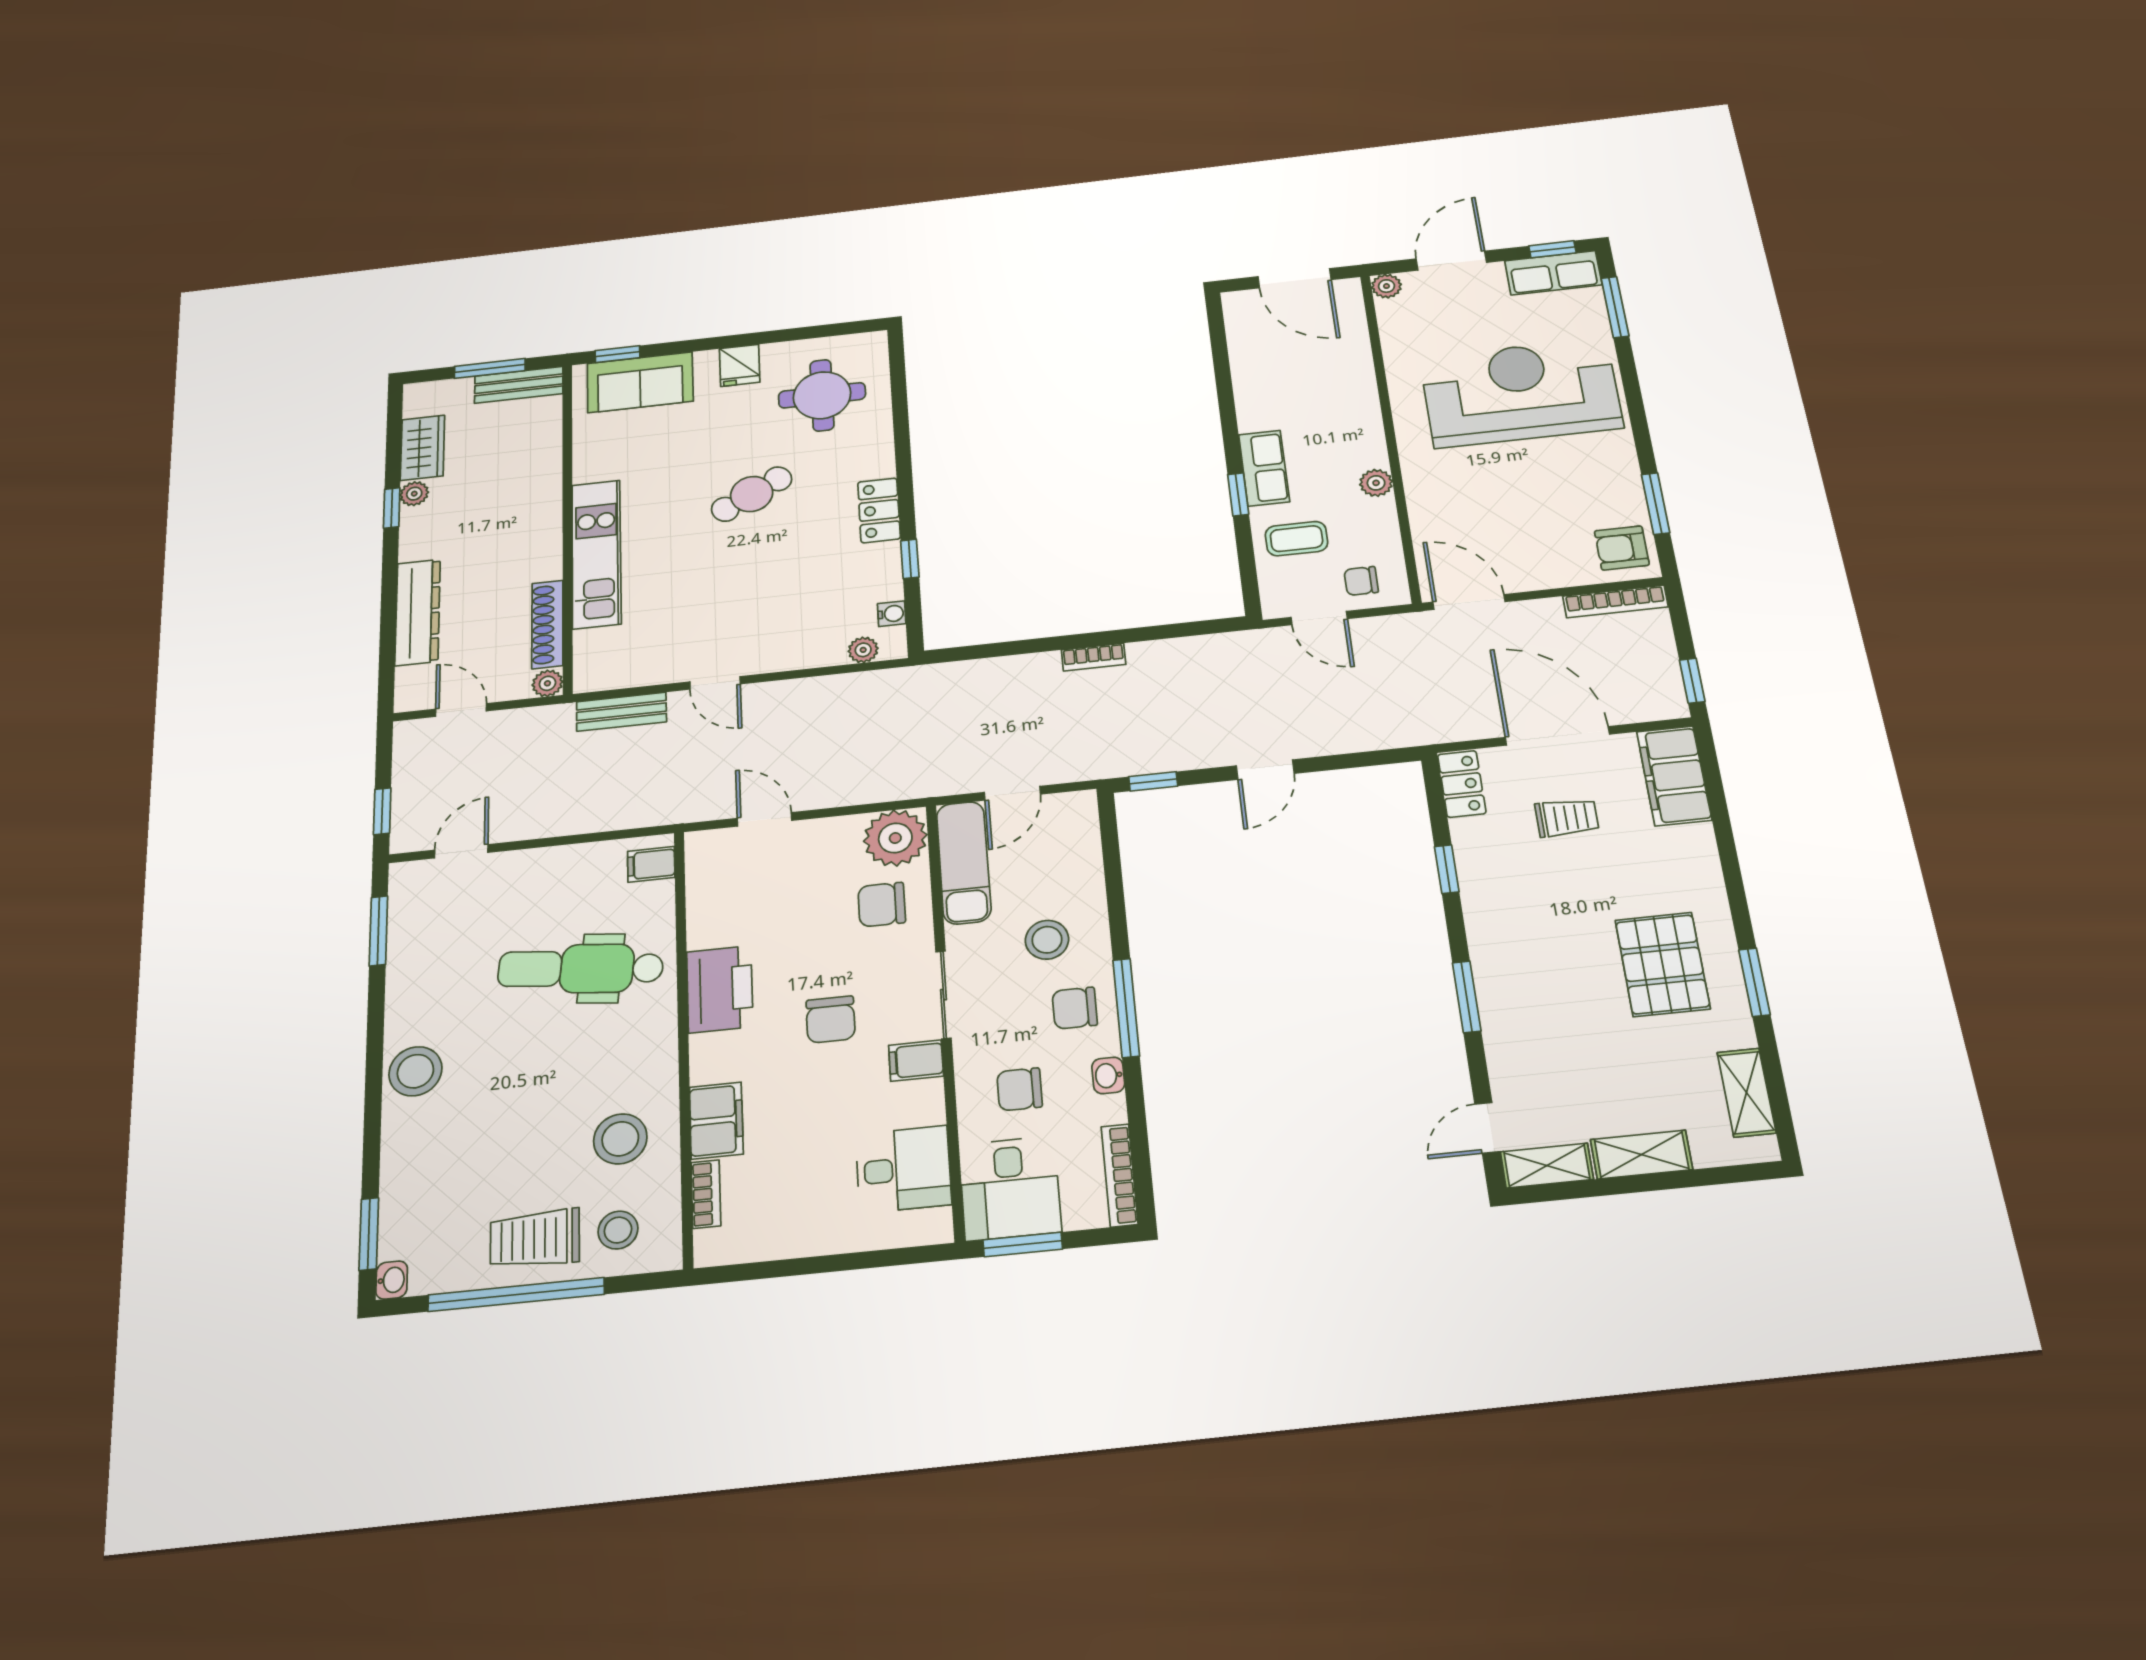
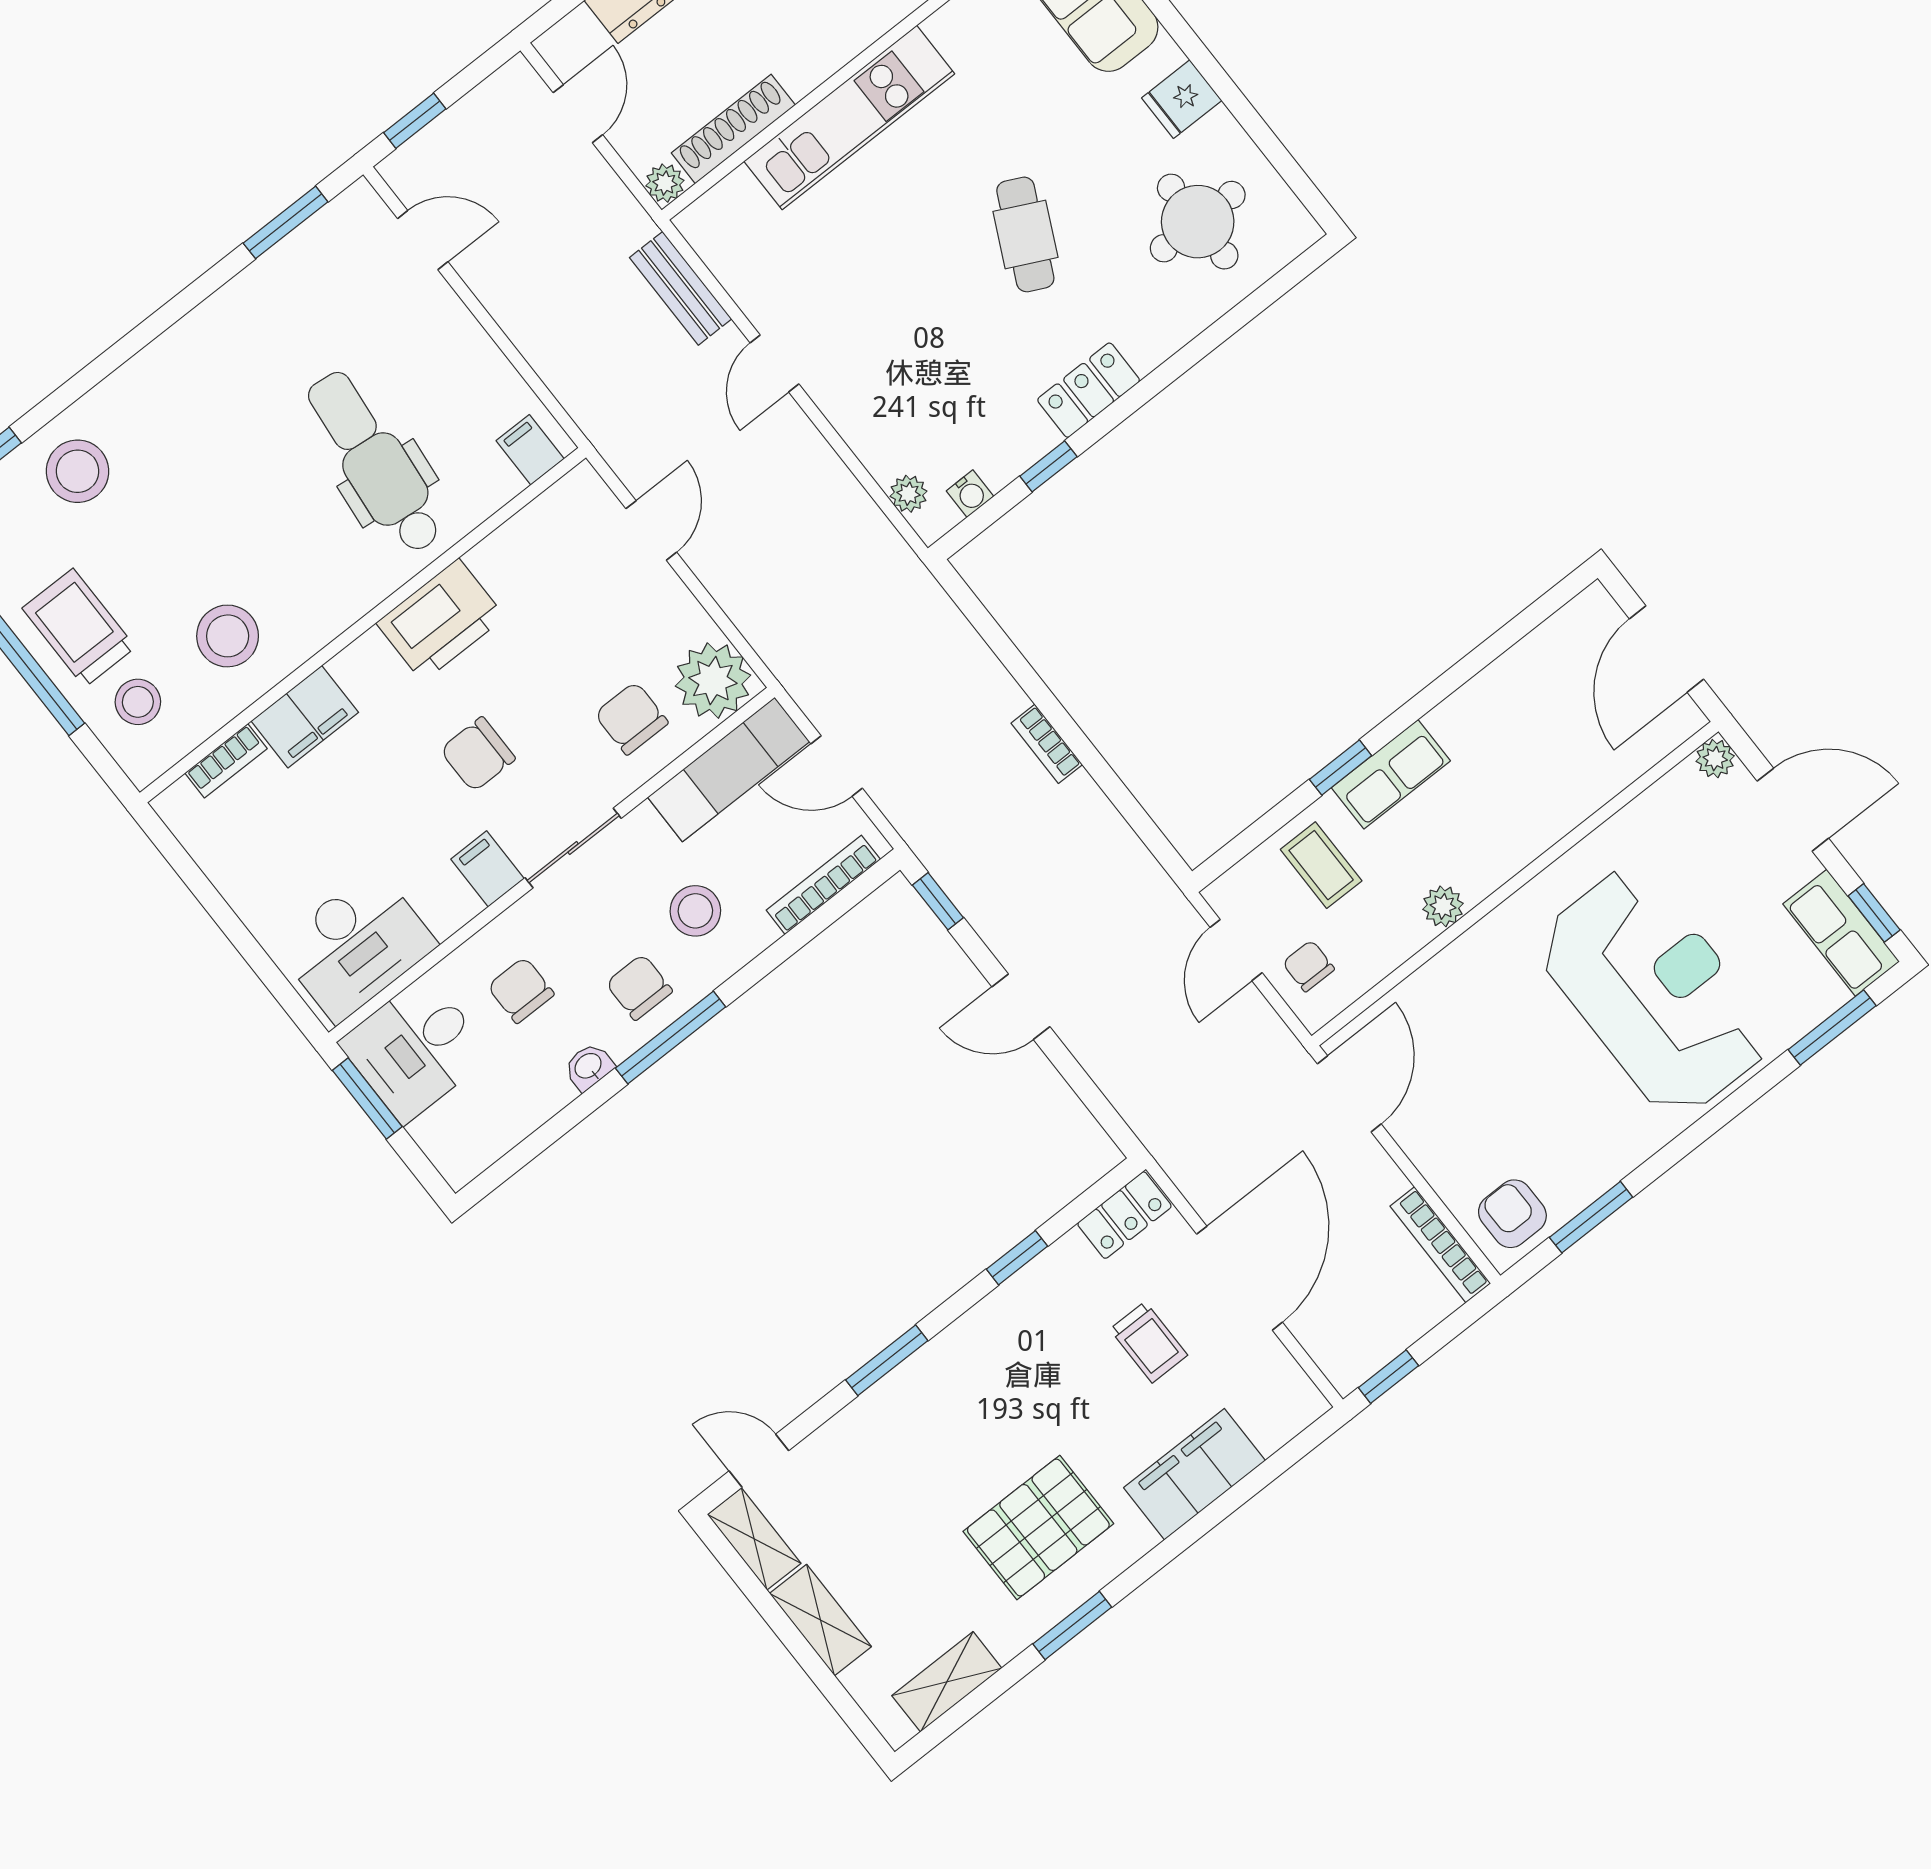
cafe table: (752, 494) -> (1025, 234), turned 55
filing cabinet: (1674, 776) -> (1195, 1474), moved
stool: (415, 1071) -> (78, 471), moved
desk: (903, 1169) -> (356, 945), width x1.37
bookcase: (1120, 1175) -> (823, 885), moved

